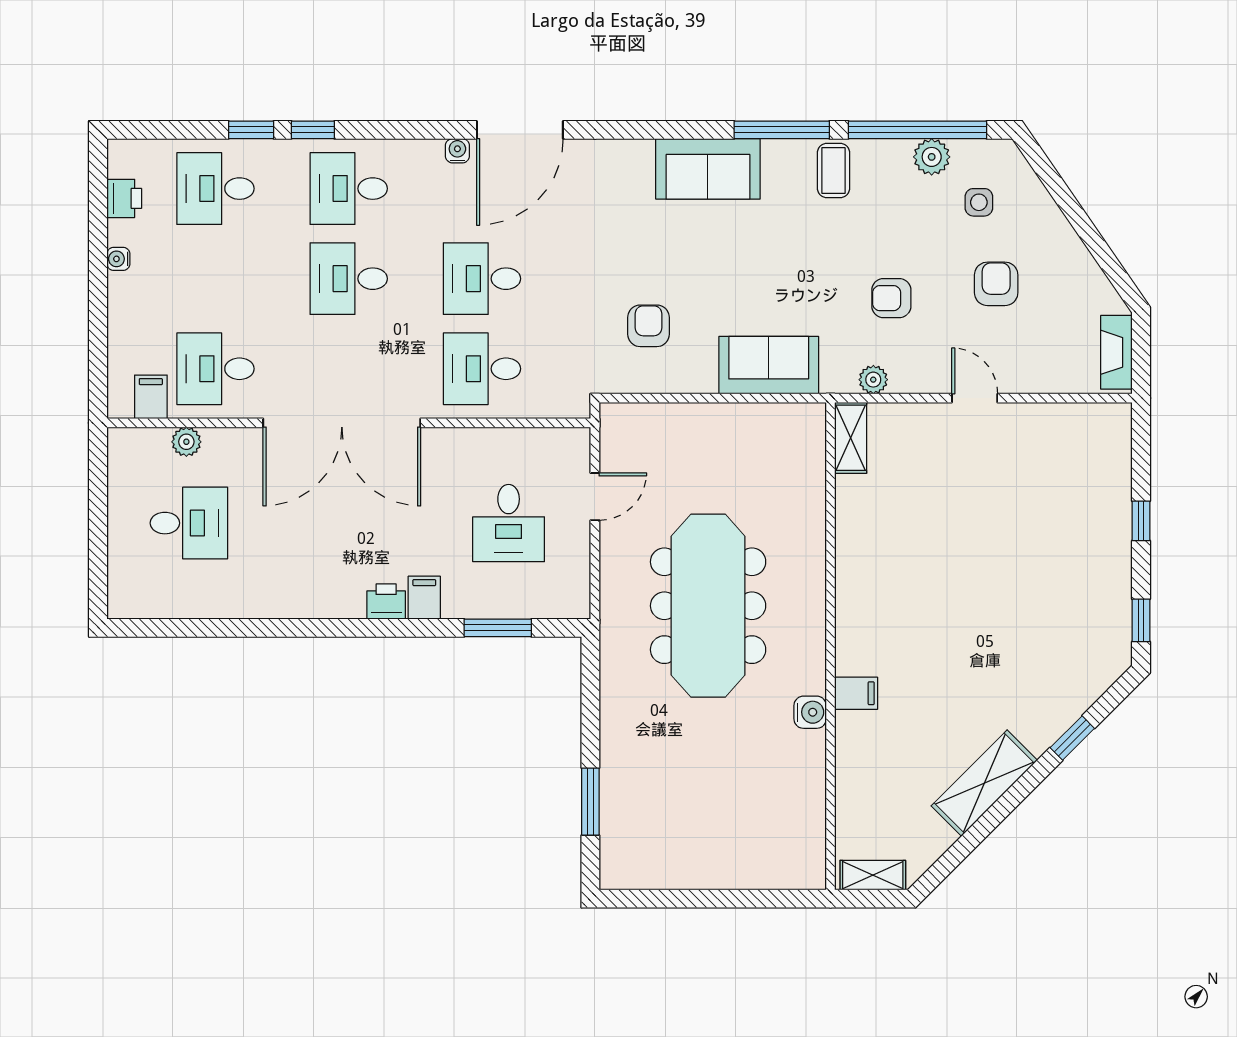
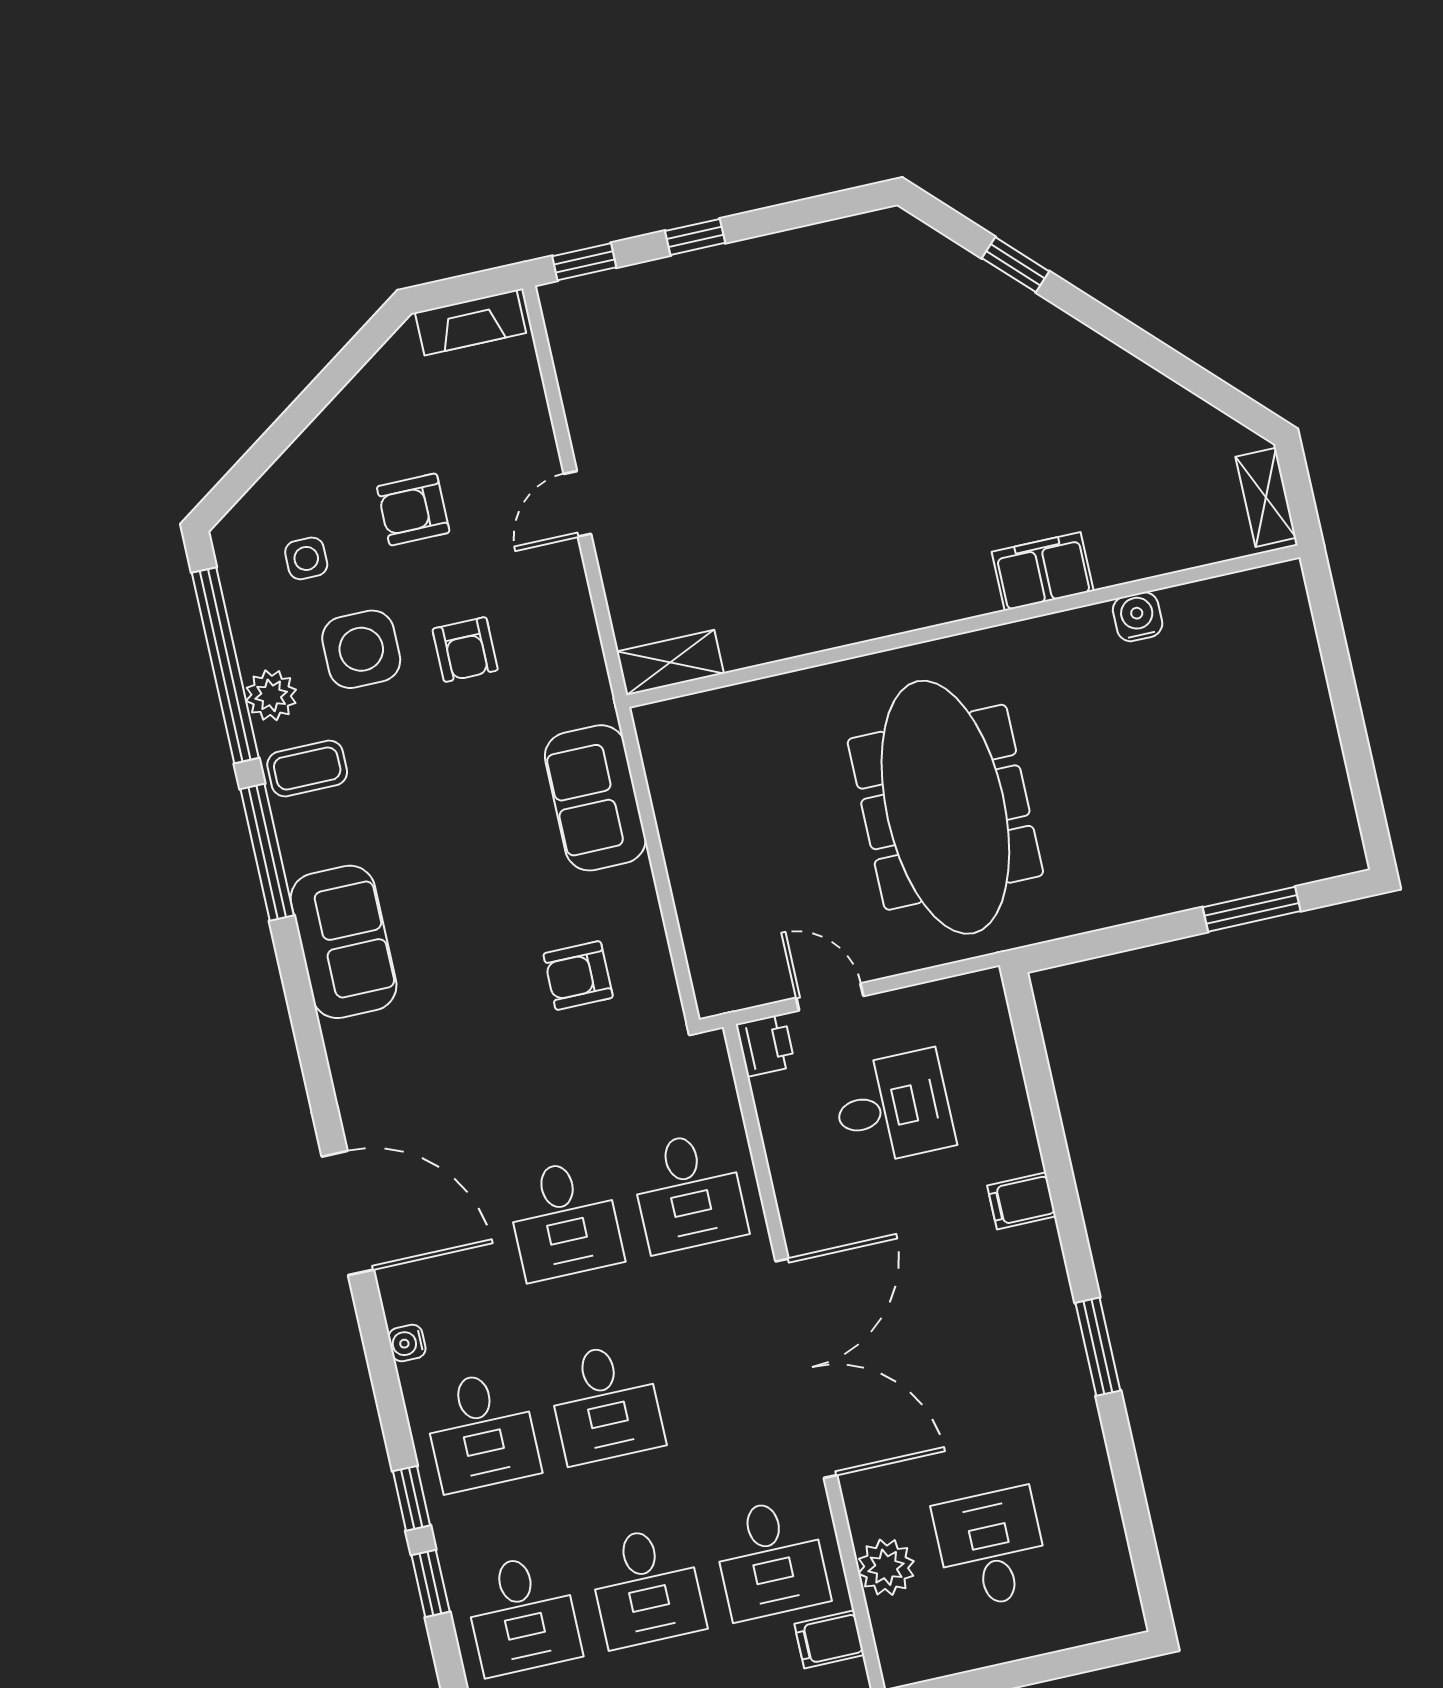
water cooler: (457, 151) -> (407, 1343), moved
plant: (932, 157) -> (271, 695), moved
side table: (908, 226) -> (361, 649), added
desk: (215, 279) -> (646, 1587), added
plant: (873, 380) -> (583, 649), removed
plant: (186, 442) -> (886, 1567), width x1.38, depth x1.38
printer: (386, 602) -> (765, 1045), moved, turned 180
meeting table: (708, 606) -> (945, 807), turned 90
window: (1141, 620) -> (584, 262), moved
window: (498, 628) -> (1098, 1347), moved
filing cabinet: (856, 693) -> (1043, 571), width x2.00
water cooler: (810, 712) -> (1138, 617), moved
shelving: (984, 783) -> (1105, 372), removed

